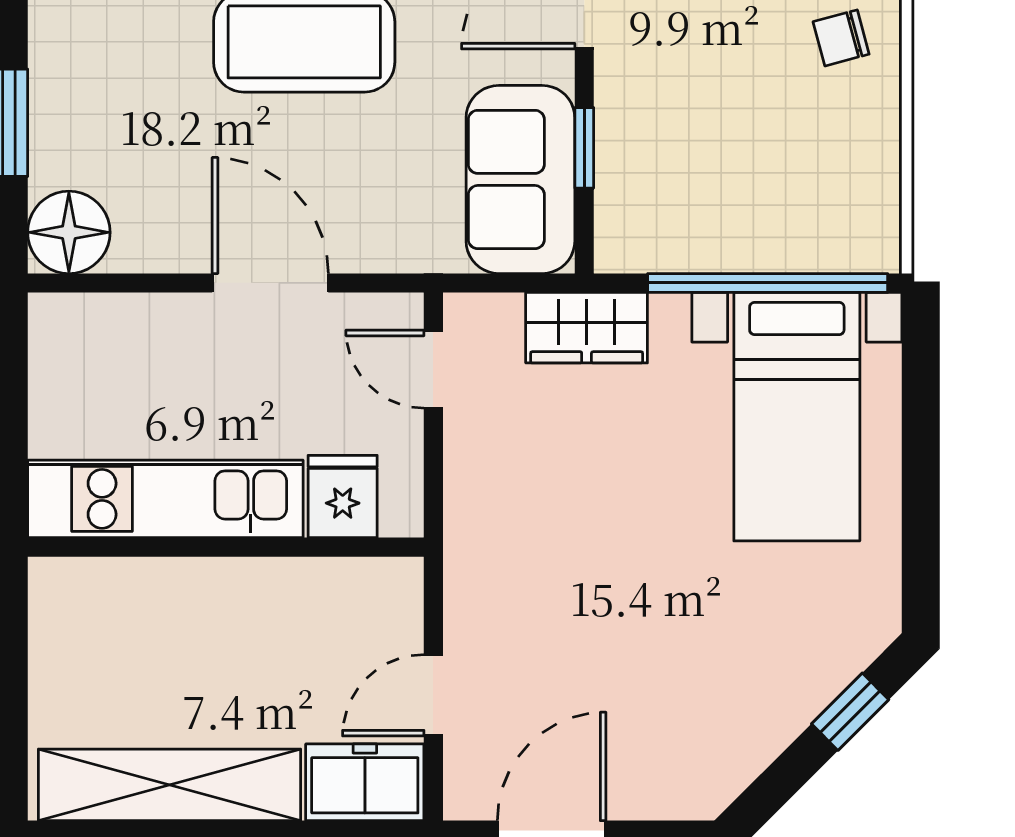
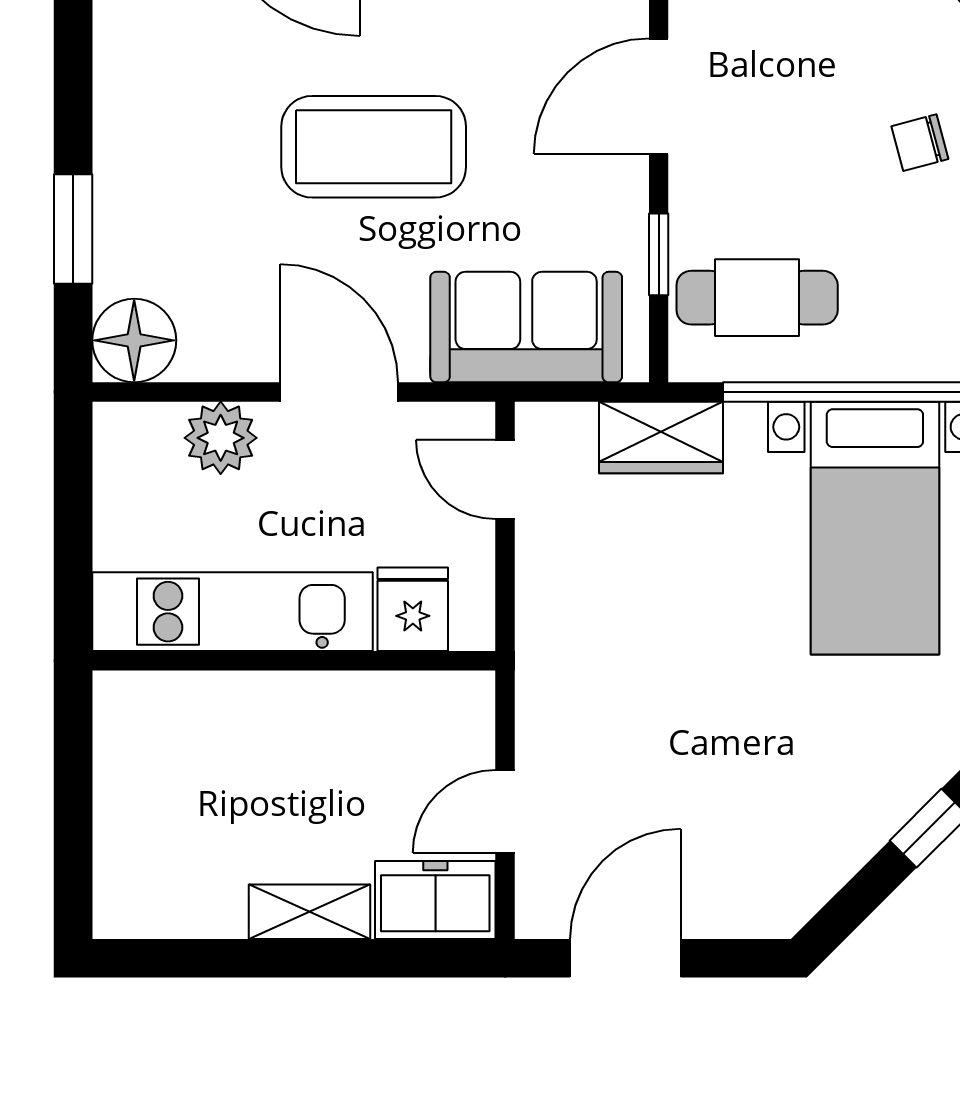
sofa: (520, 179) -> (526, 327), moved, turned 90
cafe table: (681, 190) -> (757, 298), added
plant: (154, 328) -> (221, 438), added
shelving: (170, 785) -> (309, 912), width x0.45, depth x0.75

